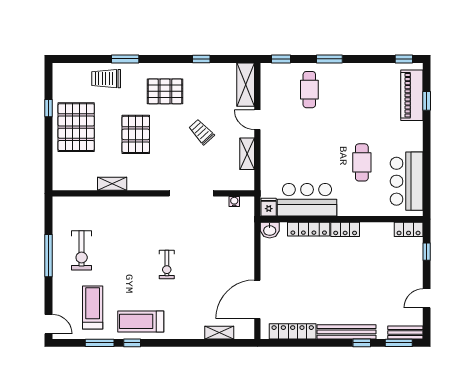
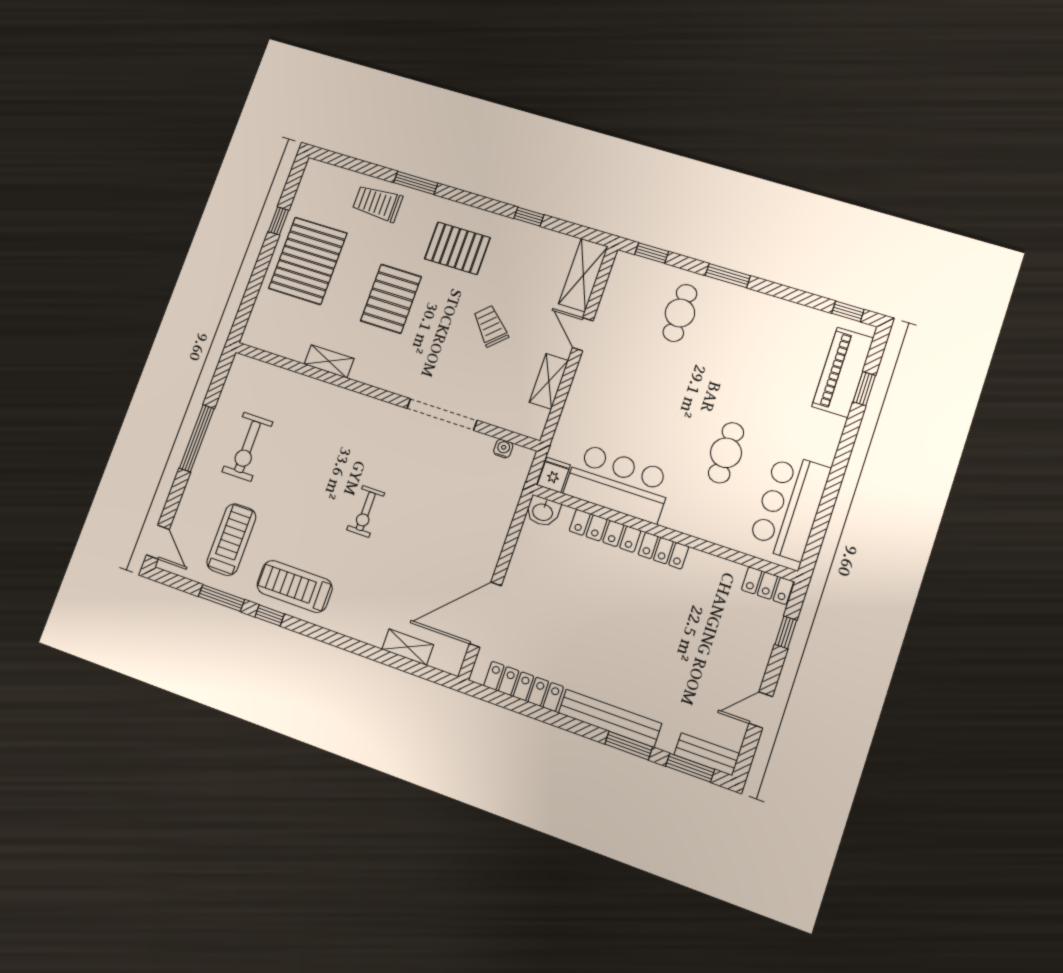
window: (362, 343) -> (629, 745), width x1.50

